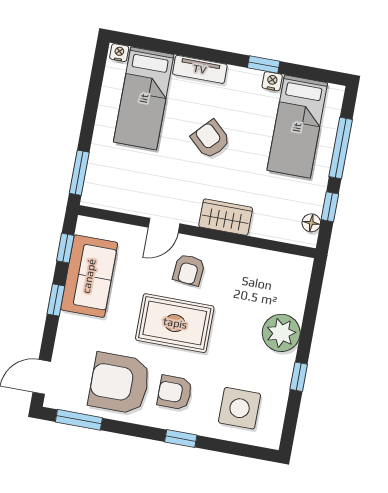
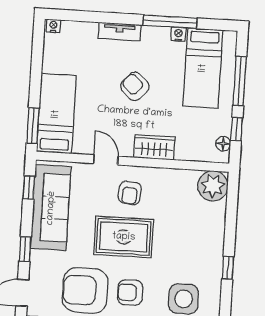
window: (264, 65) -> (170, 22), width x2.17
bed: (144, 98) -> (56, 114), moved, turned 180
door: (164, 226) -> (106, 160), swing flipped
sofa: (89, 276) -> (51, 208), width x1.36
window: (56, 300) -> (25, 249), moved
plant: (281, 333) -> (213, 186), moved

